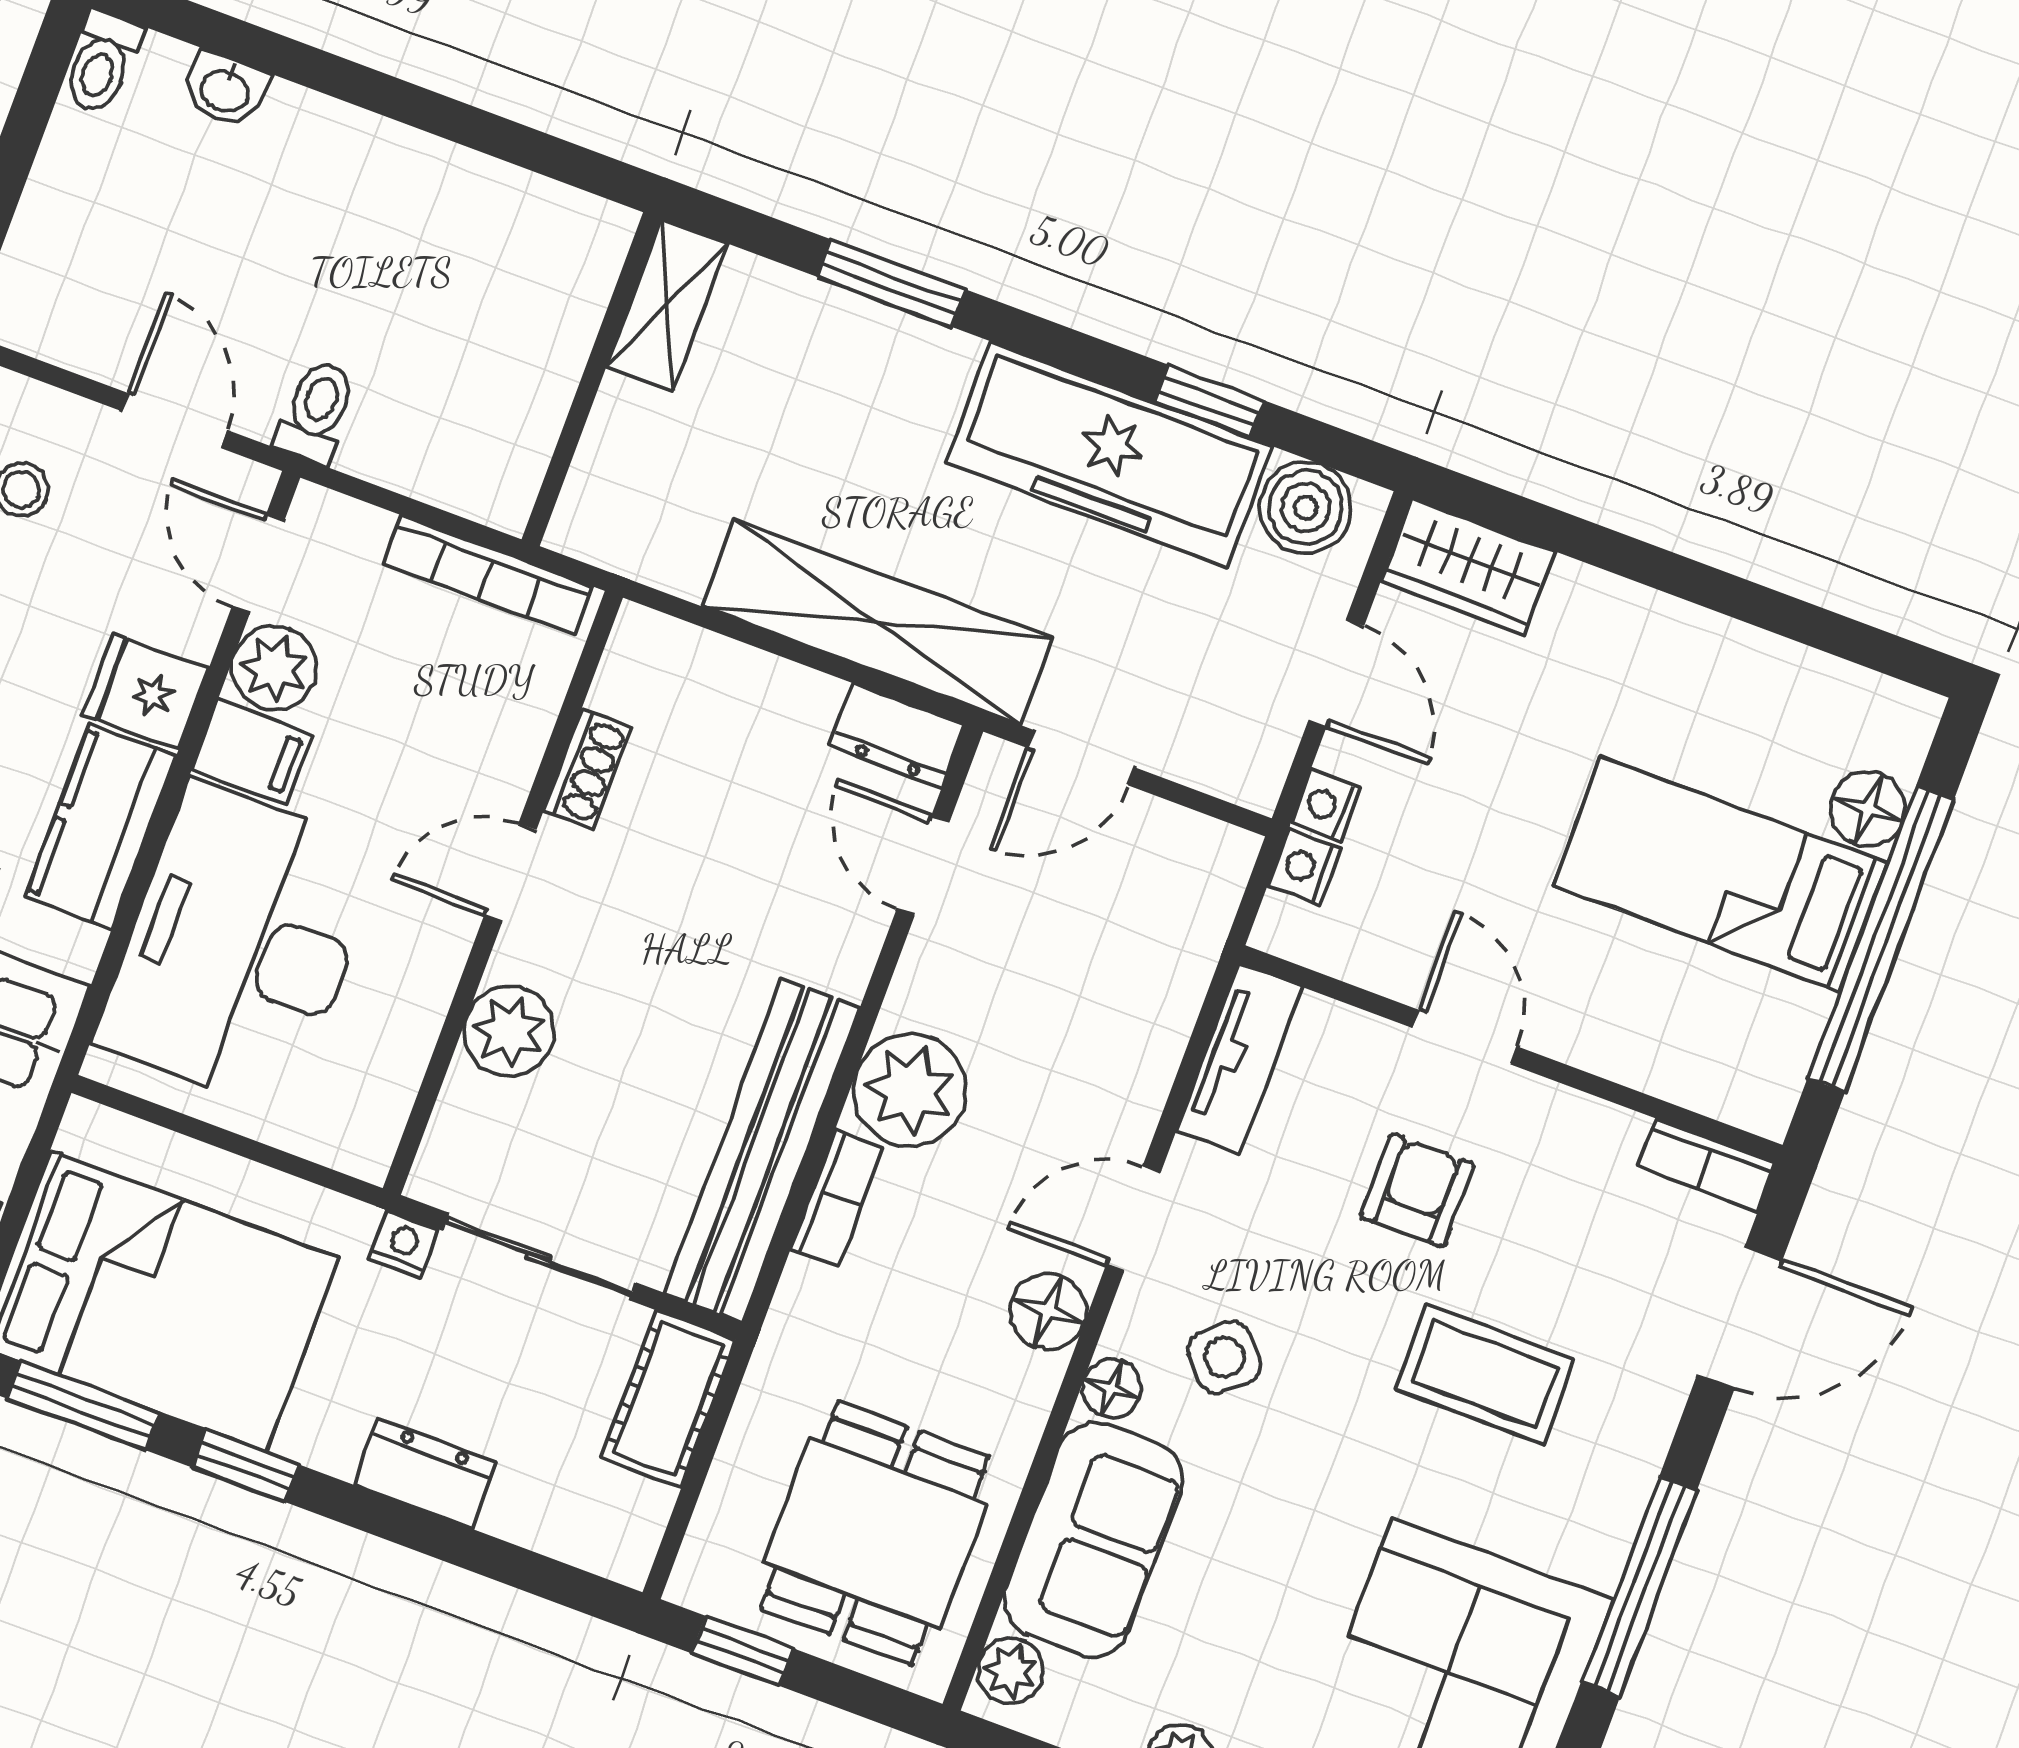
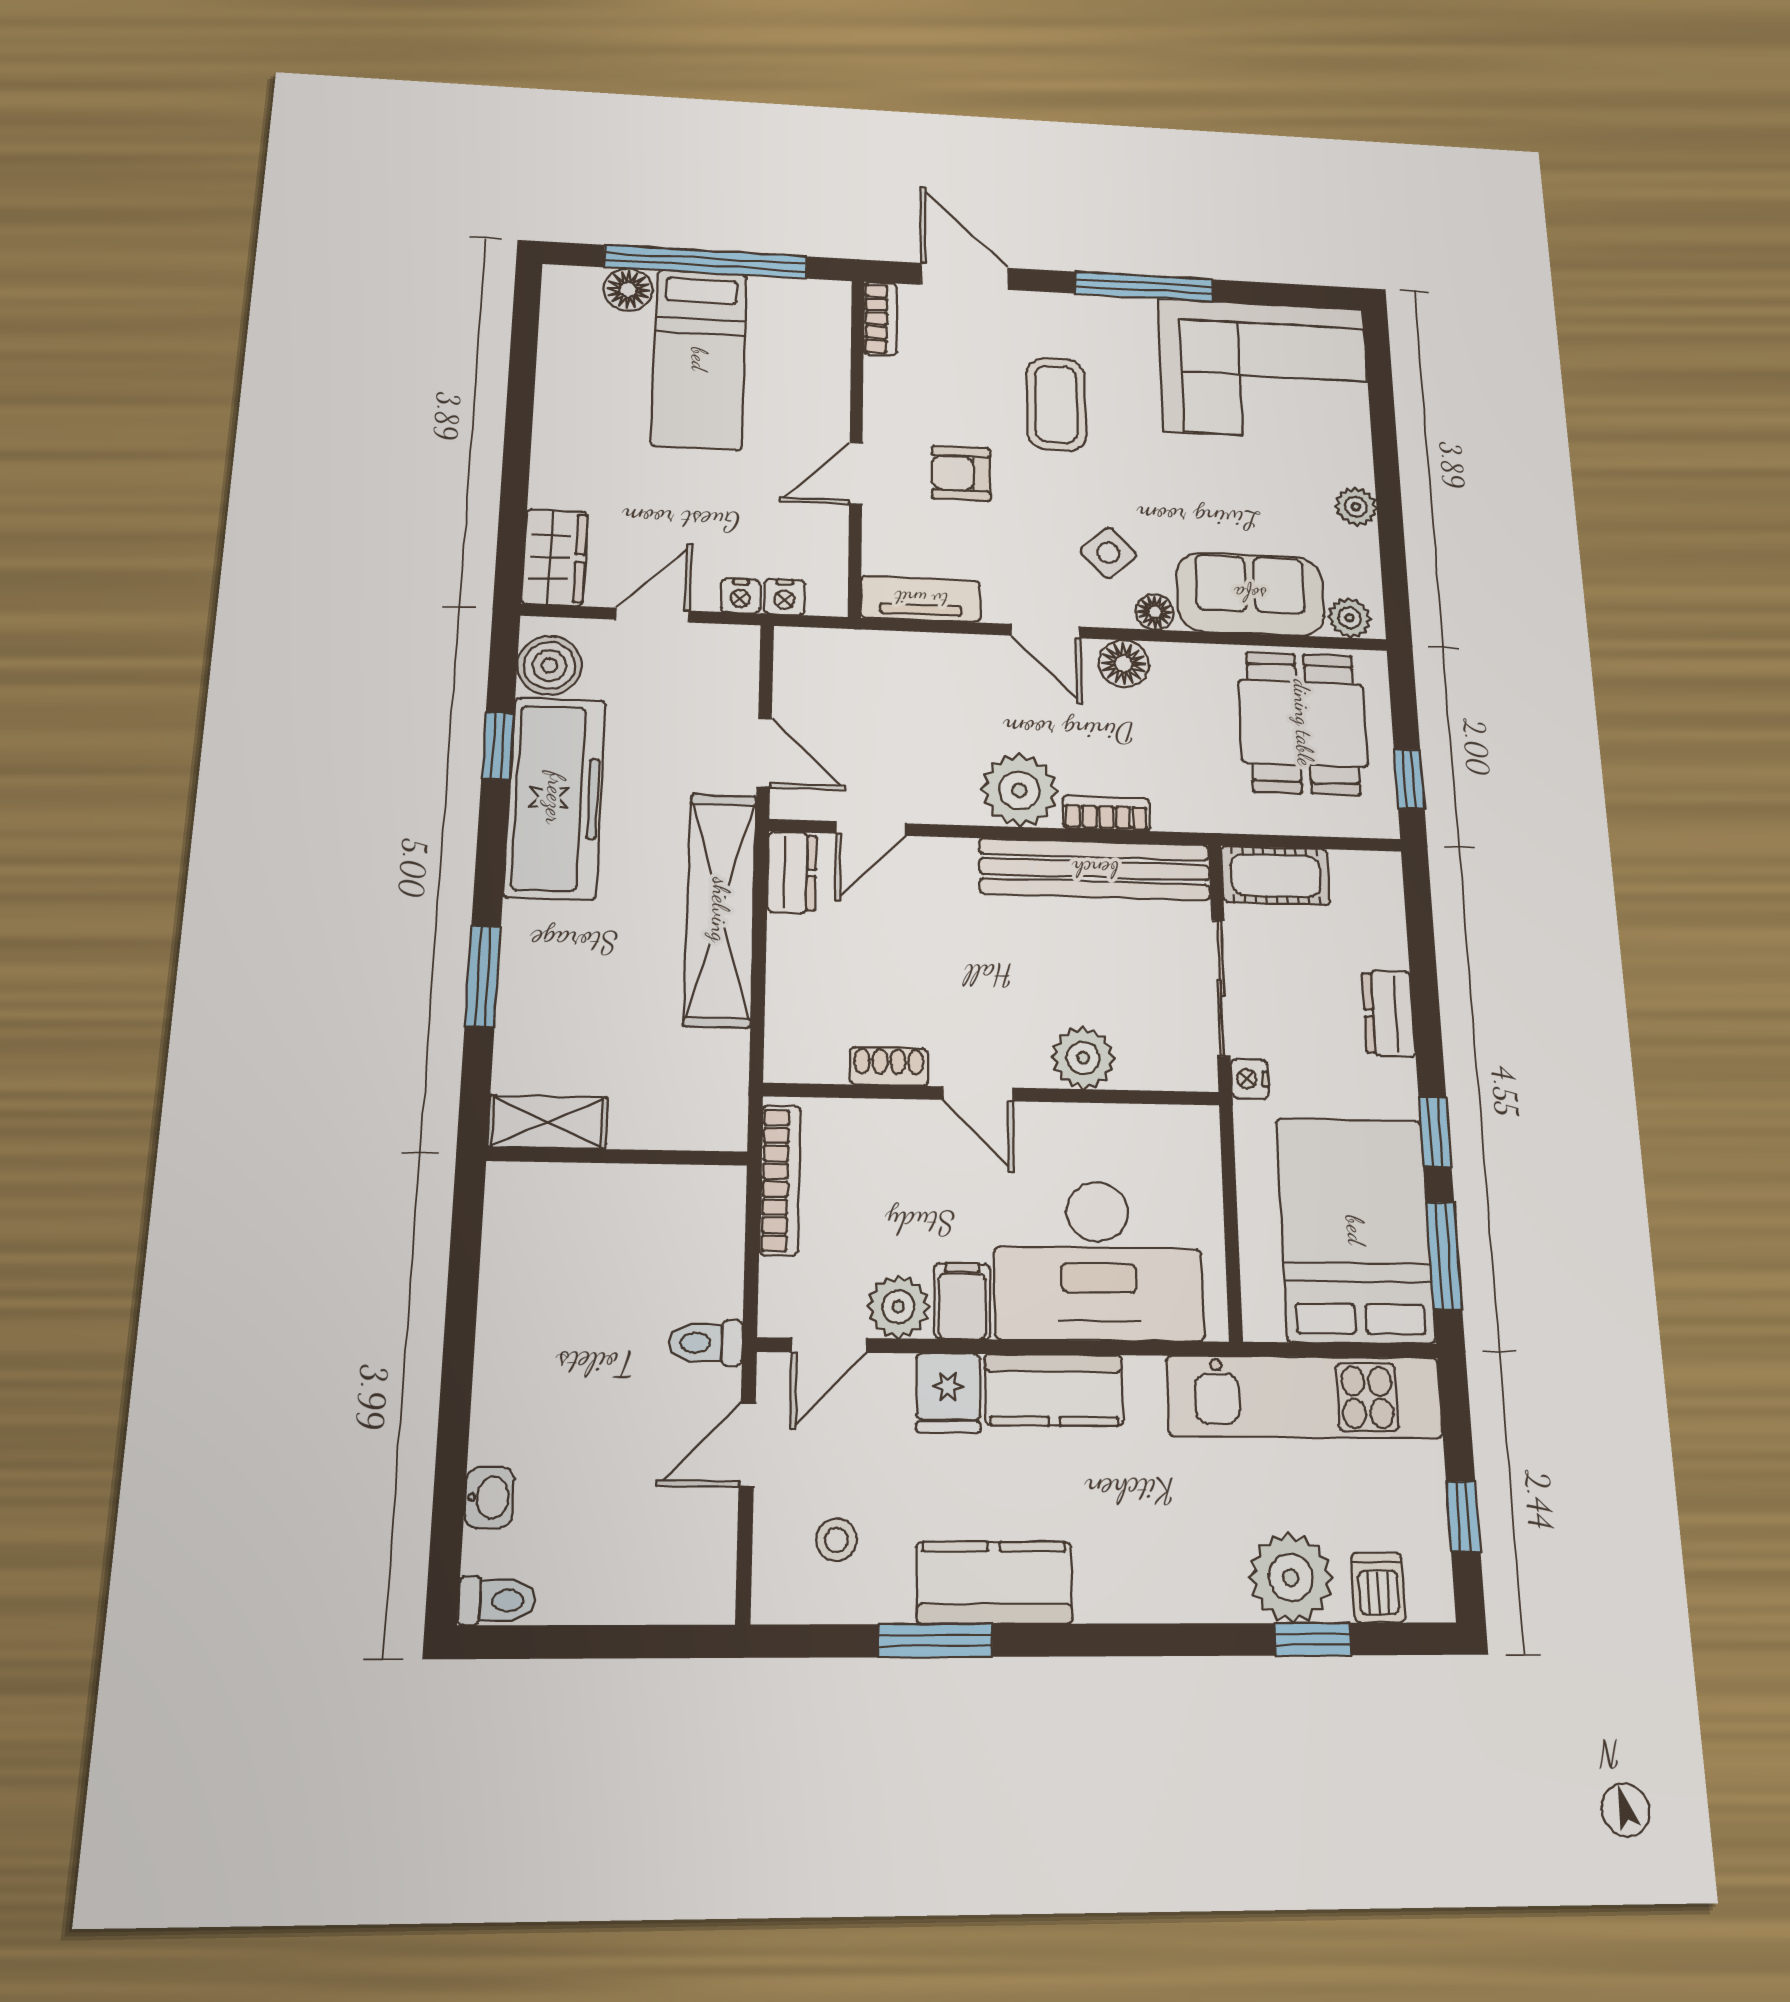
dining table: (875, 1533) -> (1303, 723), turned 90

